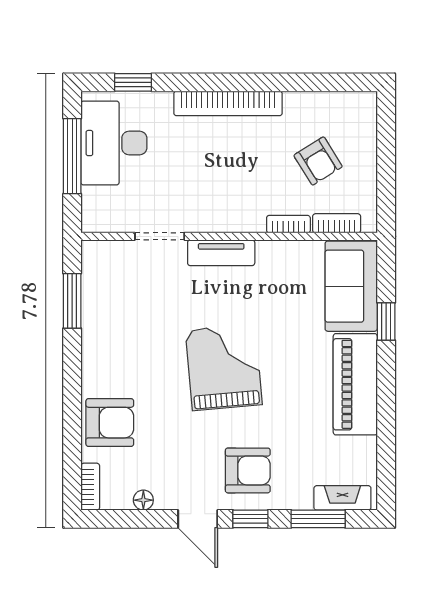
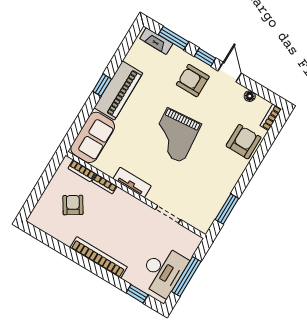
tv unit: (221, 253) -> (132, 182), moved
window: (386, 321) -> (102, 85), moved
armchair: (110, 423) -> (244, 142), turned 90

